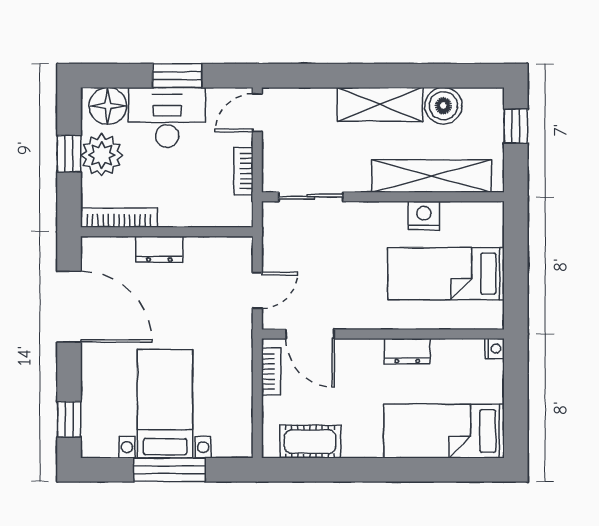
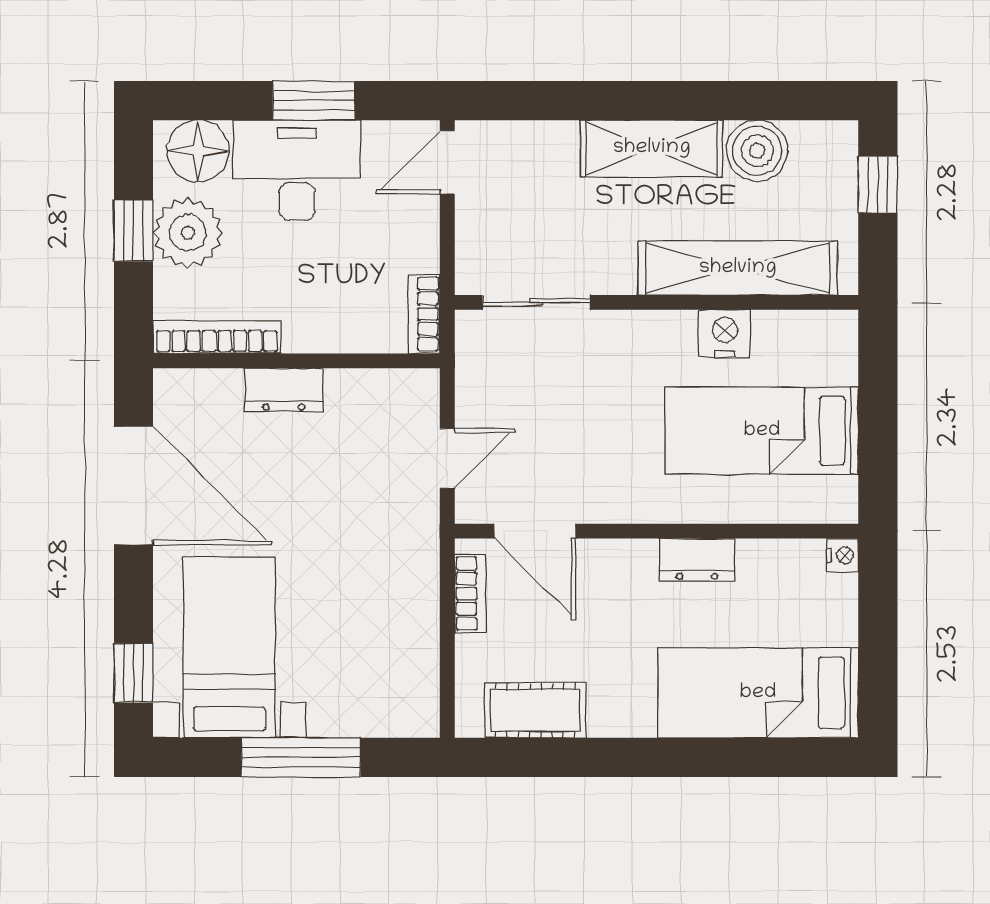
bookcase: (243, 171) -> (424, 314), moved
bed with nightstands: (165, 404) -> (229, 647), moved

